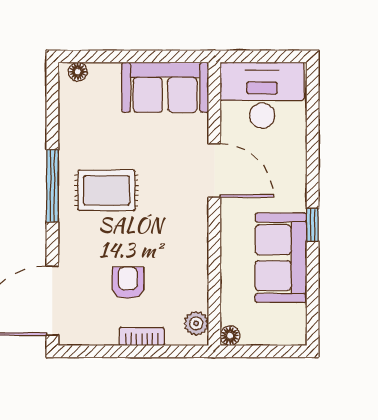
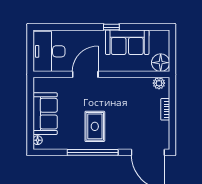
sofa: (165, 87) -> (45, 114), moved
window: (52, 186) -> (93, 152), width x1.46
armchair: (128, 283) -> (139, 116), removed
floor lamp: (230, 336) -> (161, 63), width x1.89, depth x1.89

